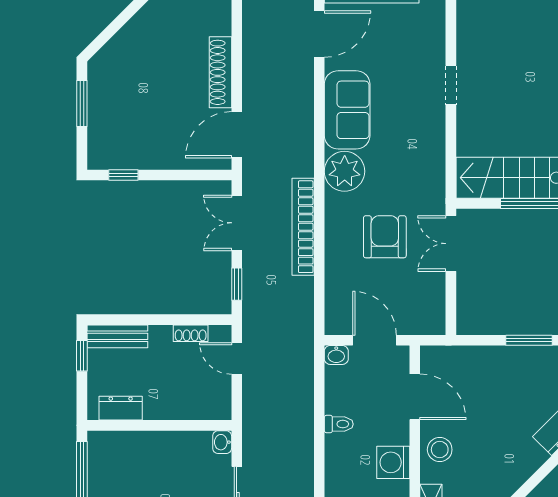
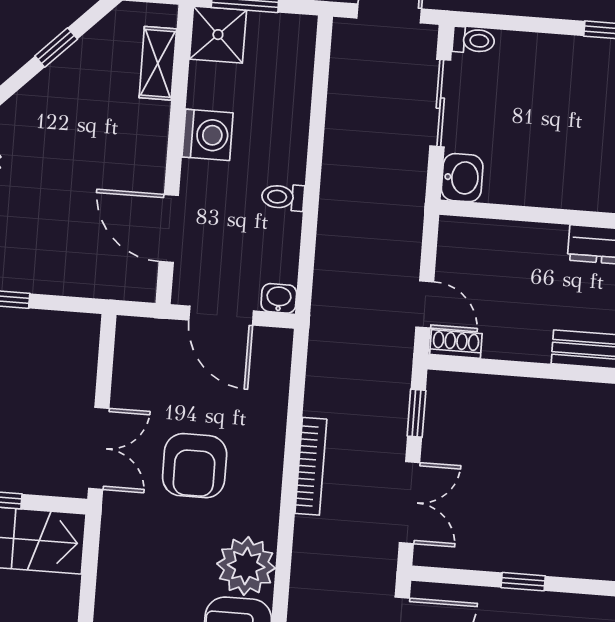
window: (123, 175) -> (523, 582), moved
bookcase: (303, 227) -> (311, 466), width x0.68, depth x0.76
shoe rack: (191, 333) -> (456, 344), moved
washbasin: (222, 442) -> (462, 178), width x1.38, depth x1.45
stool: (440, 450) -> (138, 148), removed

